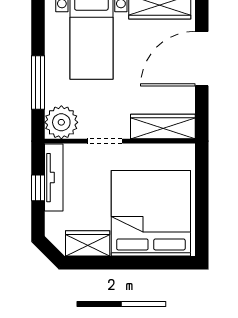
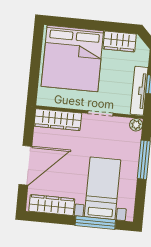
plant: (61, 122) -> (136, 125), width x0.53, depth x0.53

